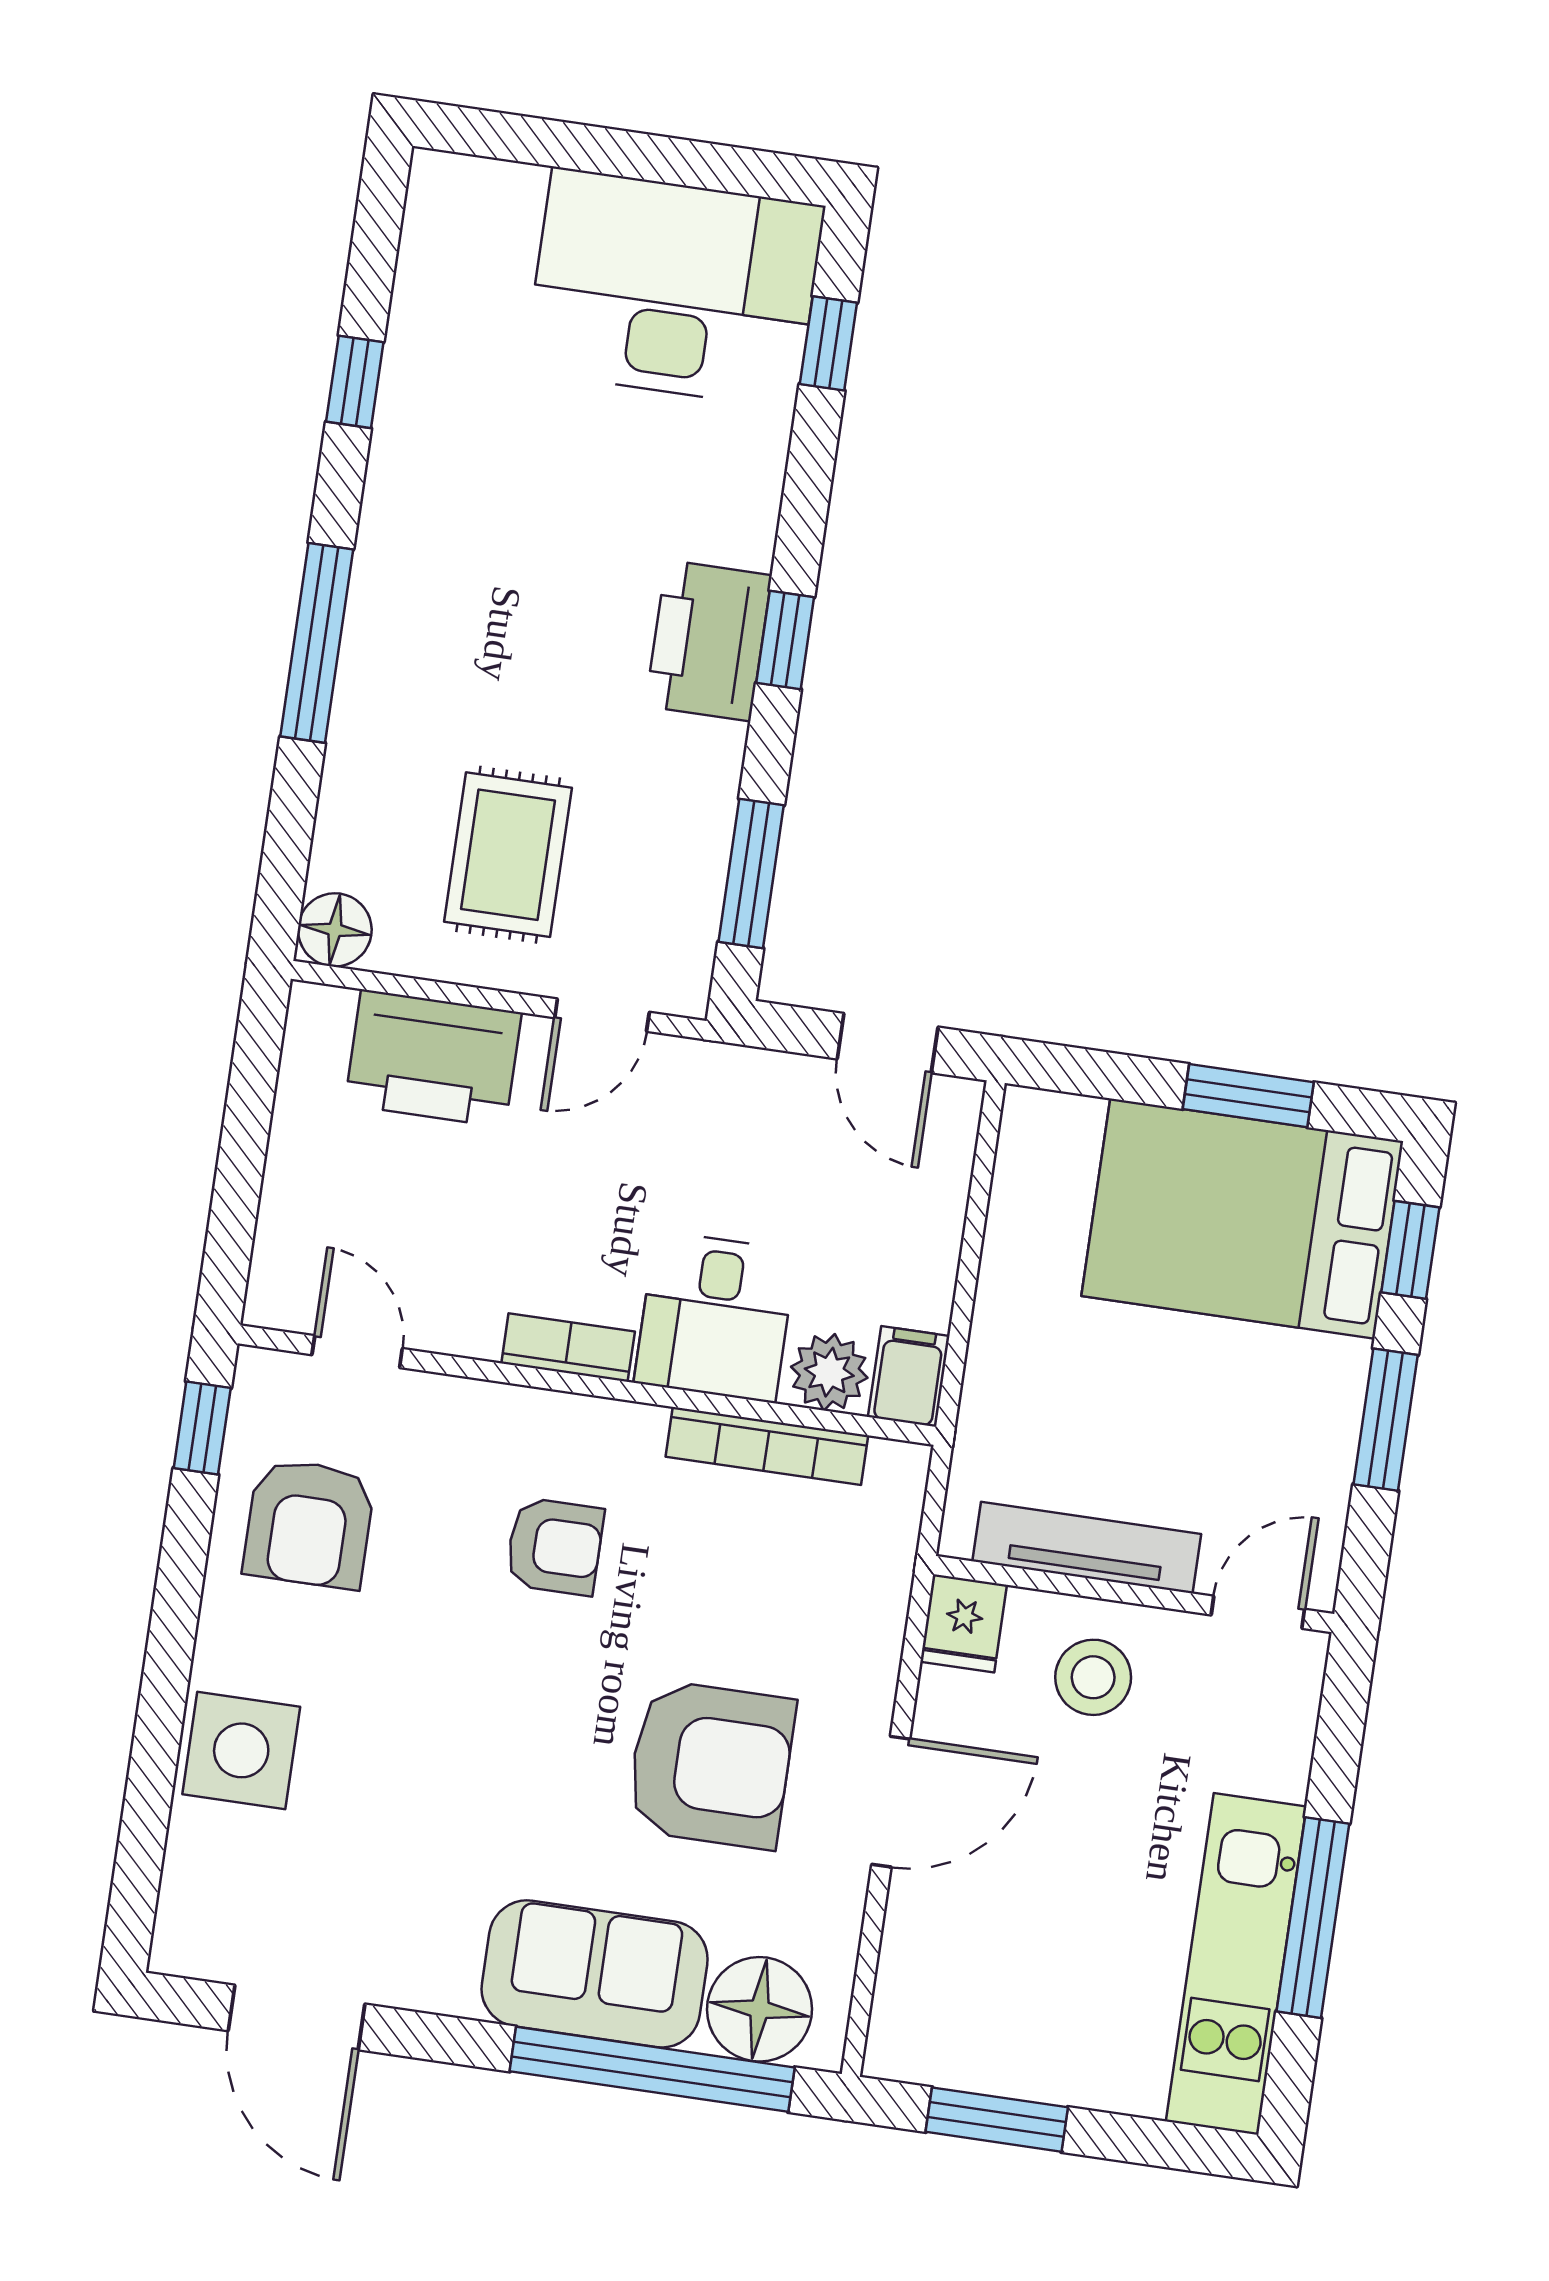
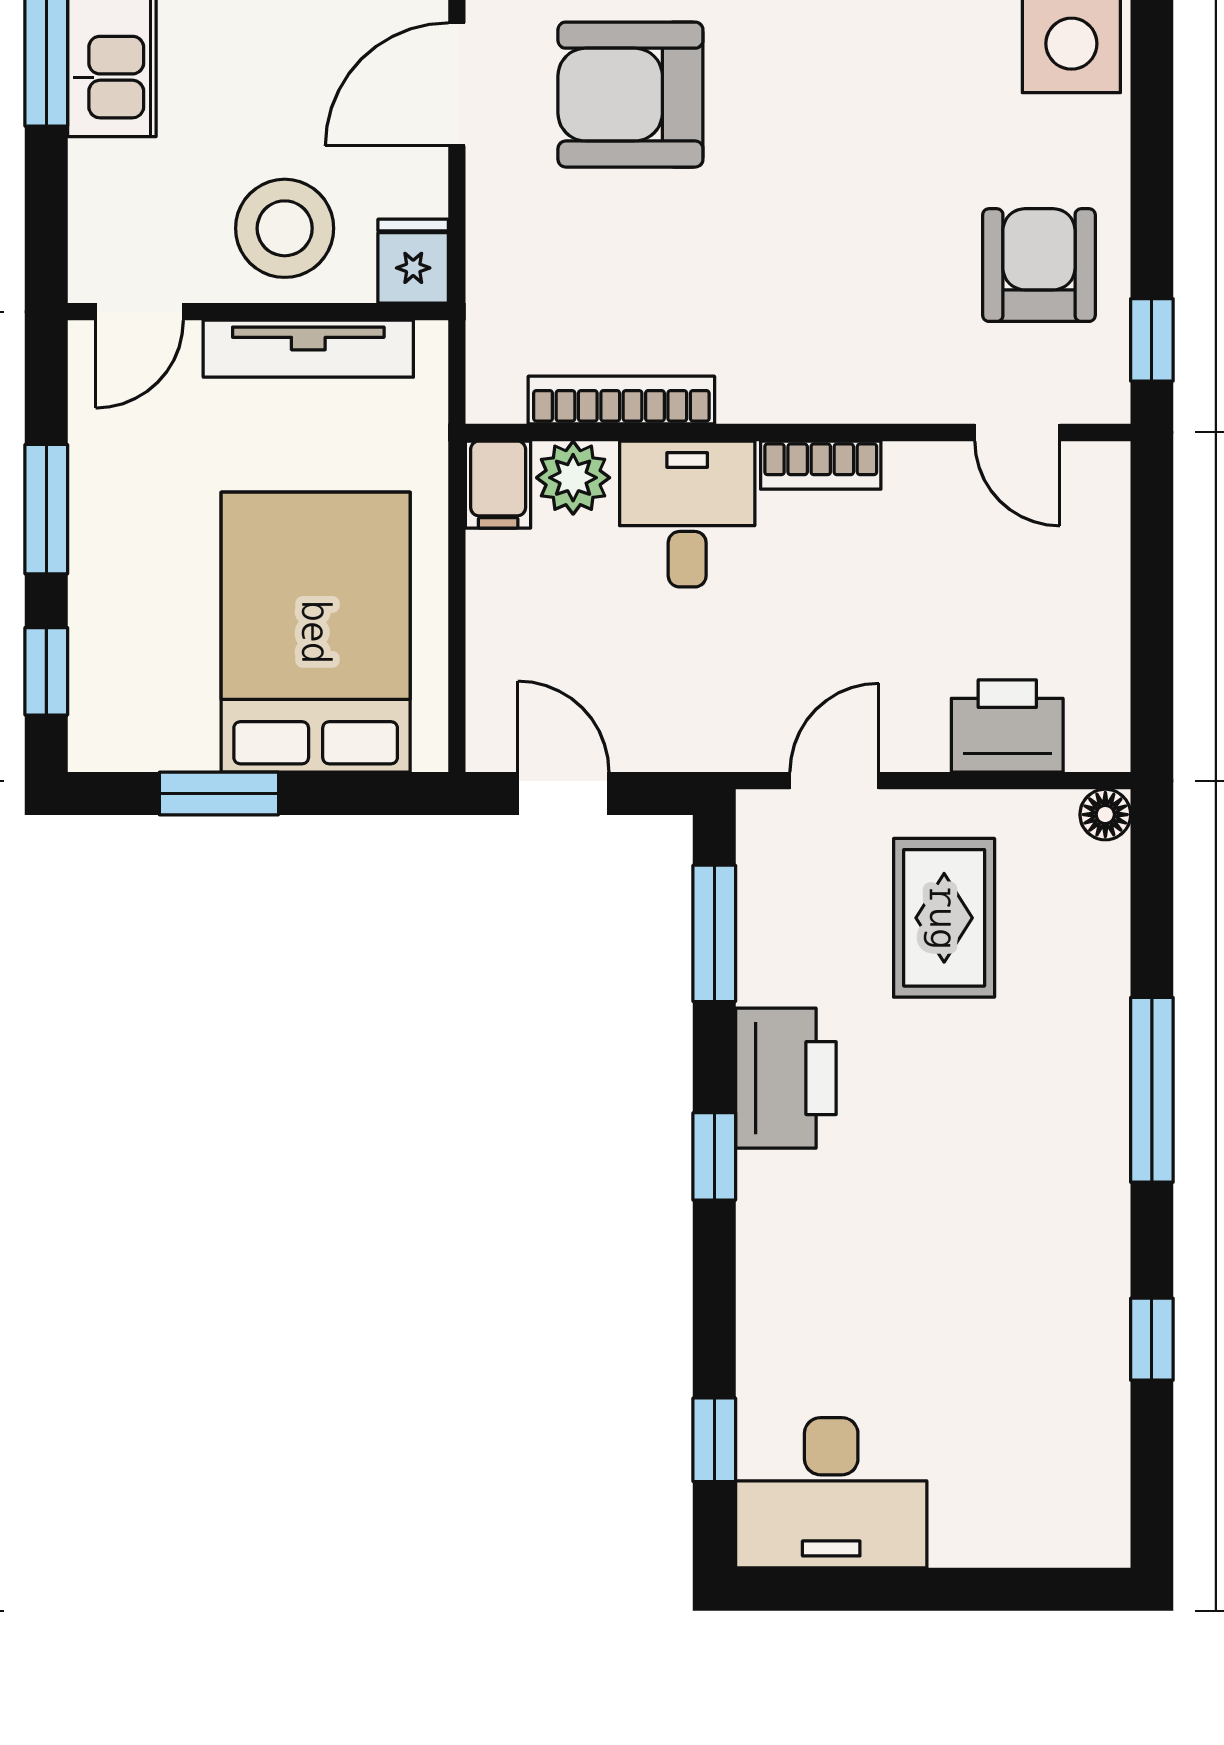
desk: (674, 288) -> (831, 1493), width x0.73, depth x0.77
printer: (708, 641) -> (786, 1078), moved
floor lamp: (335, 930) -> (1105, 815), width x0.73, depth x0.73
printer: (433, 1058) -> (1007, 726), width x0.73, depth x0.84
bed: (1242, 1219) -> (316, 632), moved, turned -90
armchair: (555, 1546) -> (806, 277), removed
stool: (1093, 1677) -> (285, 228), width x1.38, depth x1.38

